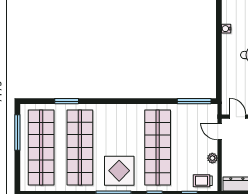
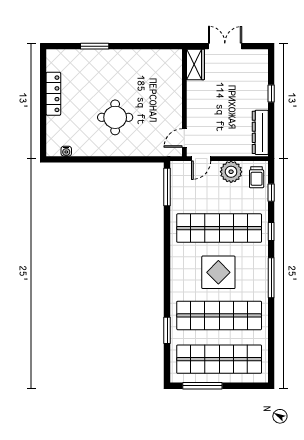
water cooler: (226, 29) -> (66, 151), moved
plant: (212, 158) -> (231, 172), width x1.88, depth x1.88
display table: (119, 171) -> (218, 272), moved

